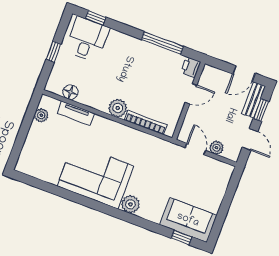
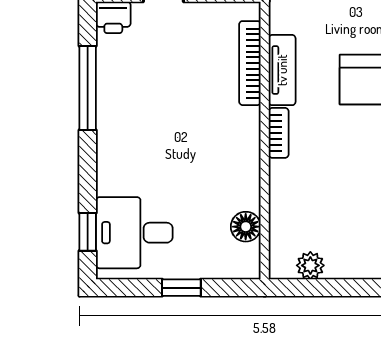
plant: (118, 108) -> (242, 126), removed
tv unit: (76, 113) -> (282, 70), moved
bookcase: (108, 124) -> (279, 133), added

